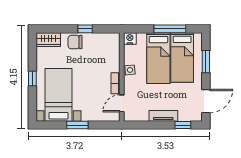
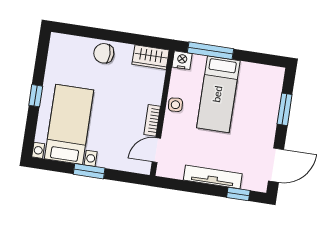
window: (85, 29) -> (121, 37), removed
window: (170, 29) -> (211, 51), moved
wardrobe: (48, 40) -> (151, 57), moved
bed: (182, 58) -> (252, 98), removed
tv unit: (163, 116) -> (213, 177), width x1.41

